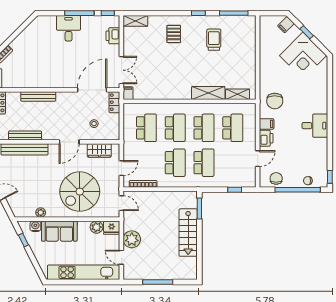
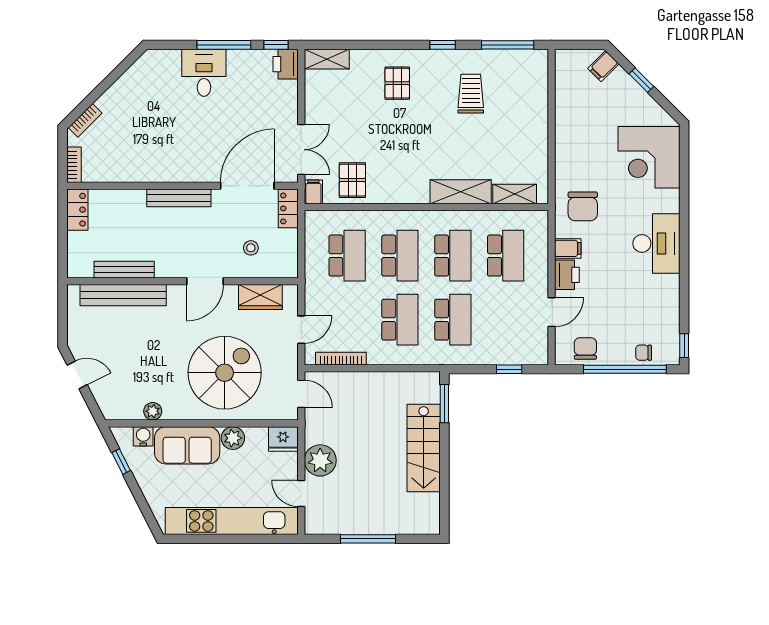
printer: (113, 36) -> (286, 64), moved
corner desk: (303, 56) -> (649, 157), moved, turned 45
pallet: (149, 87) -> (352, 180), added
bench: (38, 96) -> (179, 198), moved
desk: (315, 126) -> (656, 243), width x1.37
spiral stairs: (80, 192) -> (225, 373), turned 180
plant: (96, 227) -> (233, 438), moved

